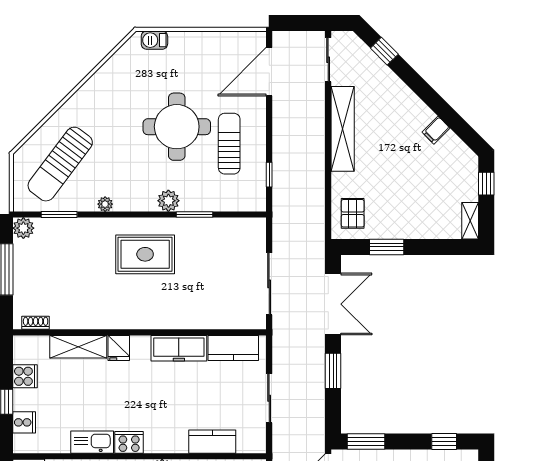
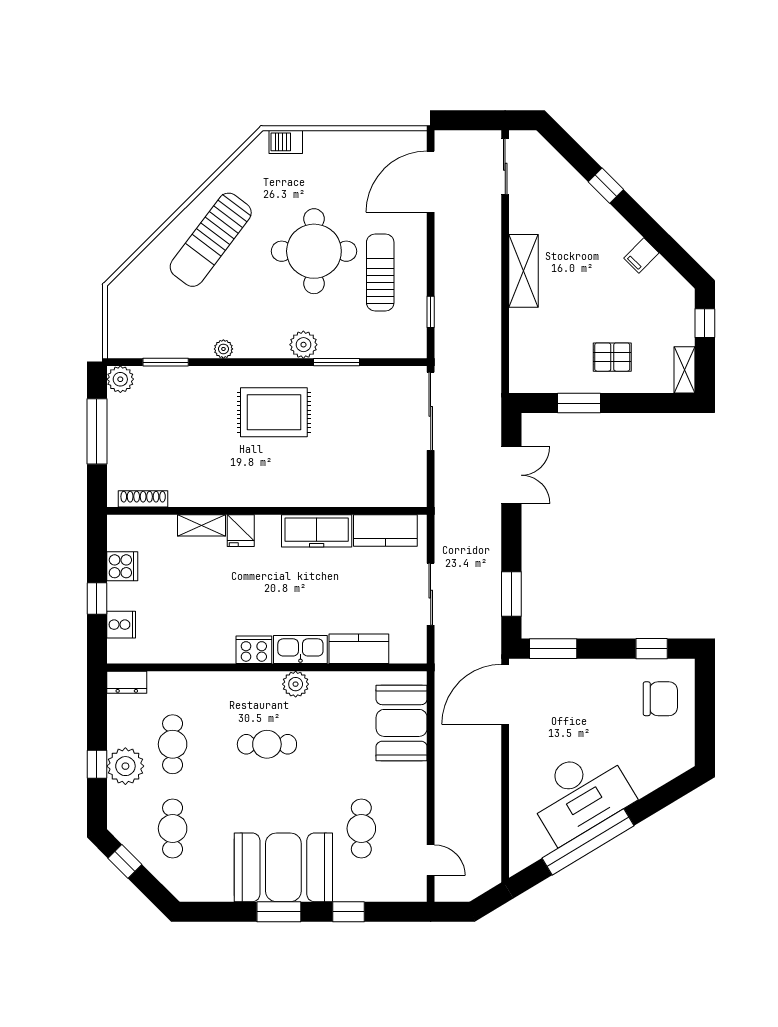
window: (384, 51) -> (606, 186), moved
shelving: (343, 129) -> (523, 271), width x0.68
sun lounger: (60, 164) -> (211, 240), moved
pallet: (353, 213) -> (612, 357), moved, turned 90
sliding door: (269, 284) -> (431, 411), moved
double door: (333, 304) -> (511, 475), width x0.73
shoe rack: (36, 323) -> (143, 499), width x1.43
shelving: (78, 347) -> (201, 525), width x0.67, depth x0.75
window: (333, 371) -> (511, 594), moved
kitchen sink: (92, 442) -> (300, 649), moved

